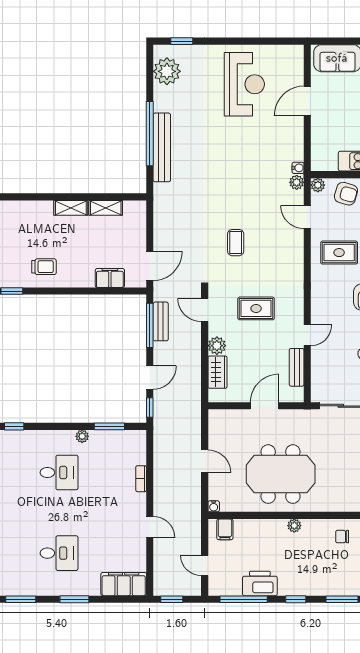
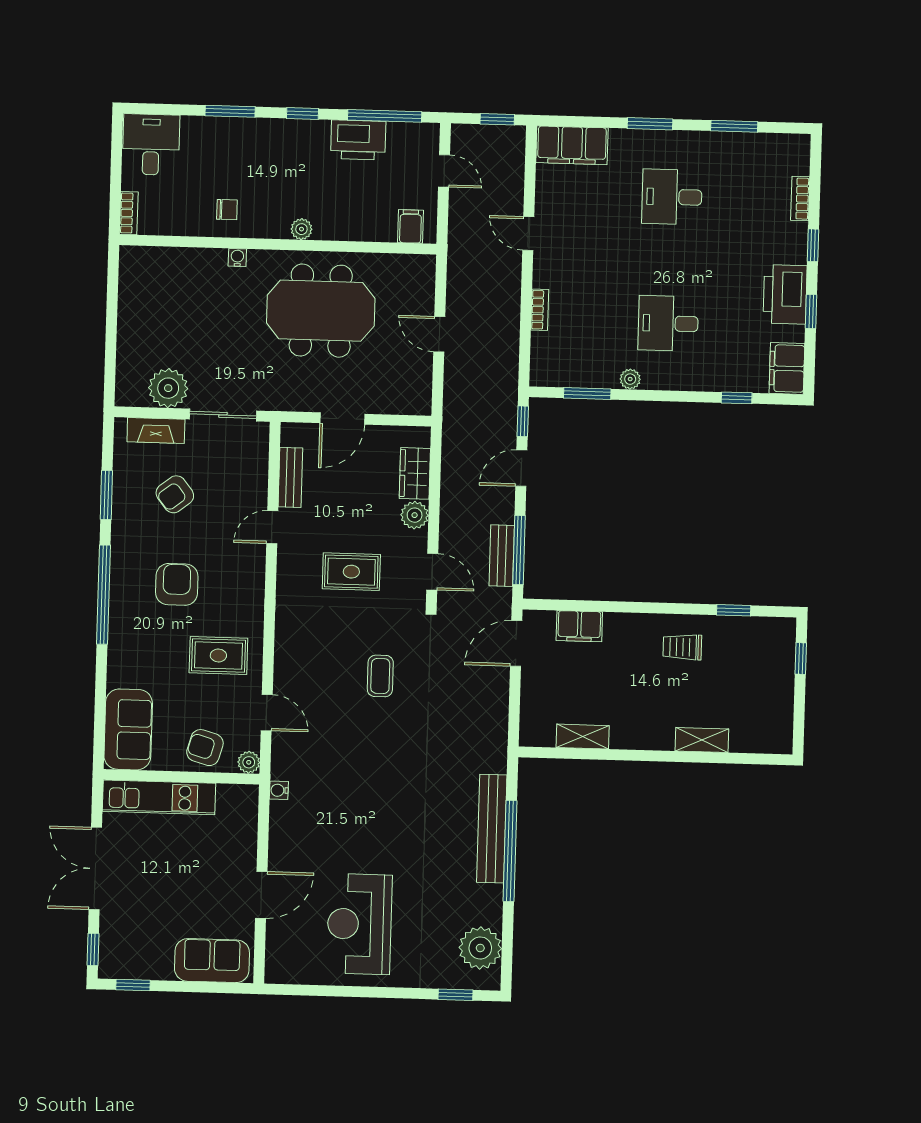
plant: (297, 182) -> (282, 768), removed
shelving: (71, 208) -> (702, 740), moved
water cooler: (214, 506) -> (237, 257), moved

